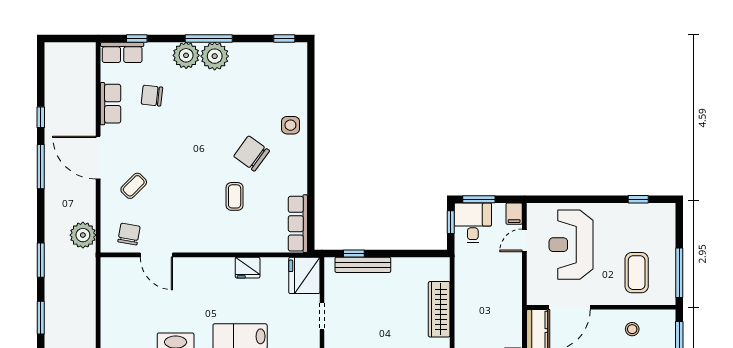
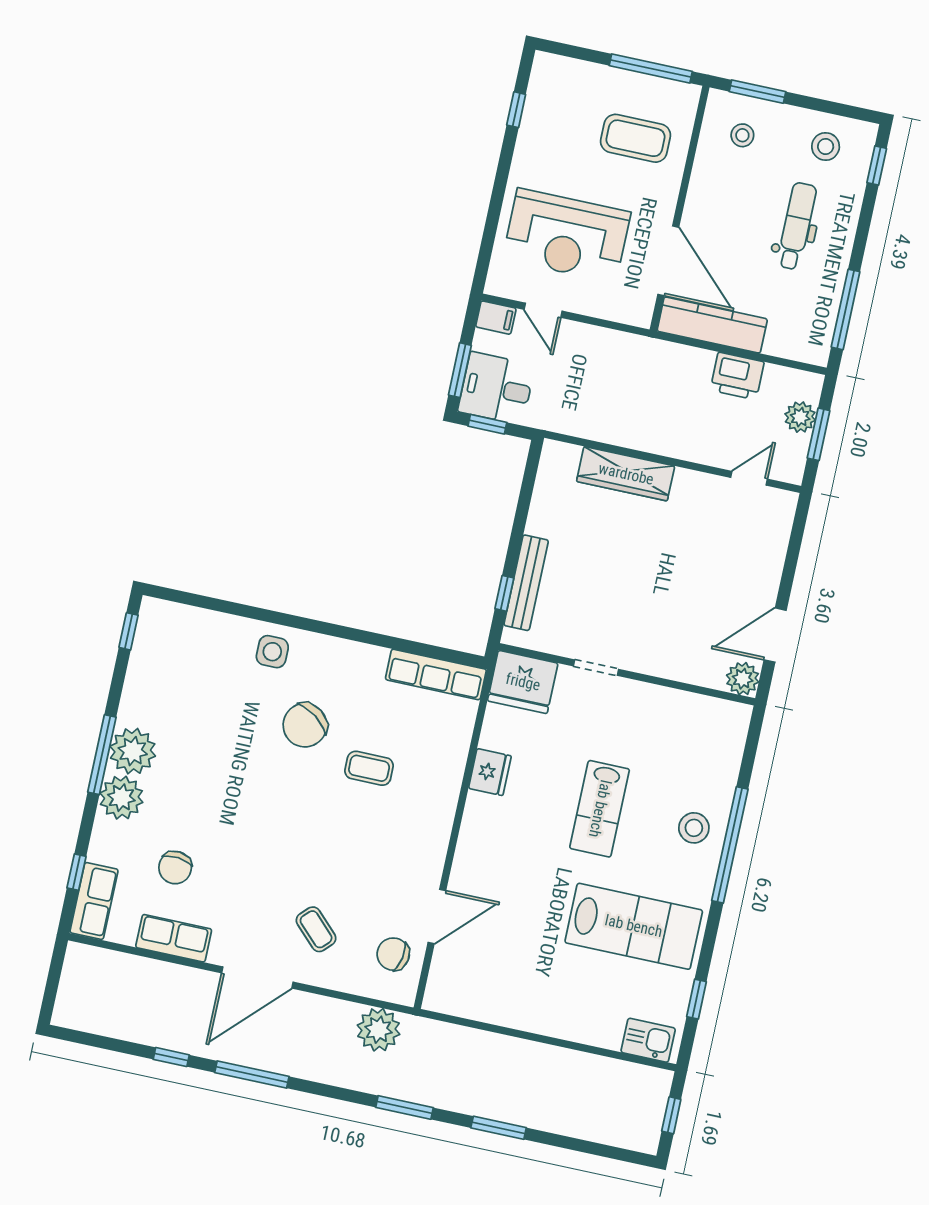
stool: (632, 329) -> (742, 135), moved

